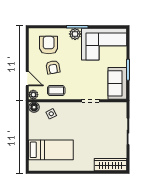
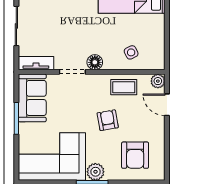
armchair: (53, 67) -> (108, 120), moved
floor lamp: (34, 107) -> (95, 62), moved
tv unit: (115, 107) -> (36, 63), added

